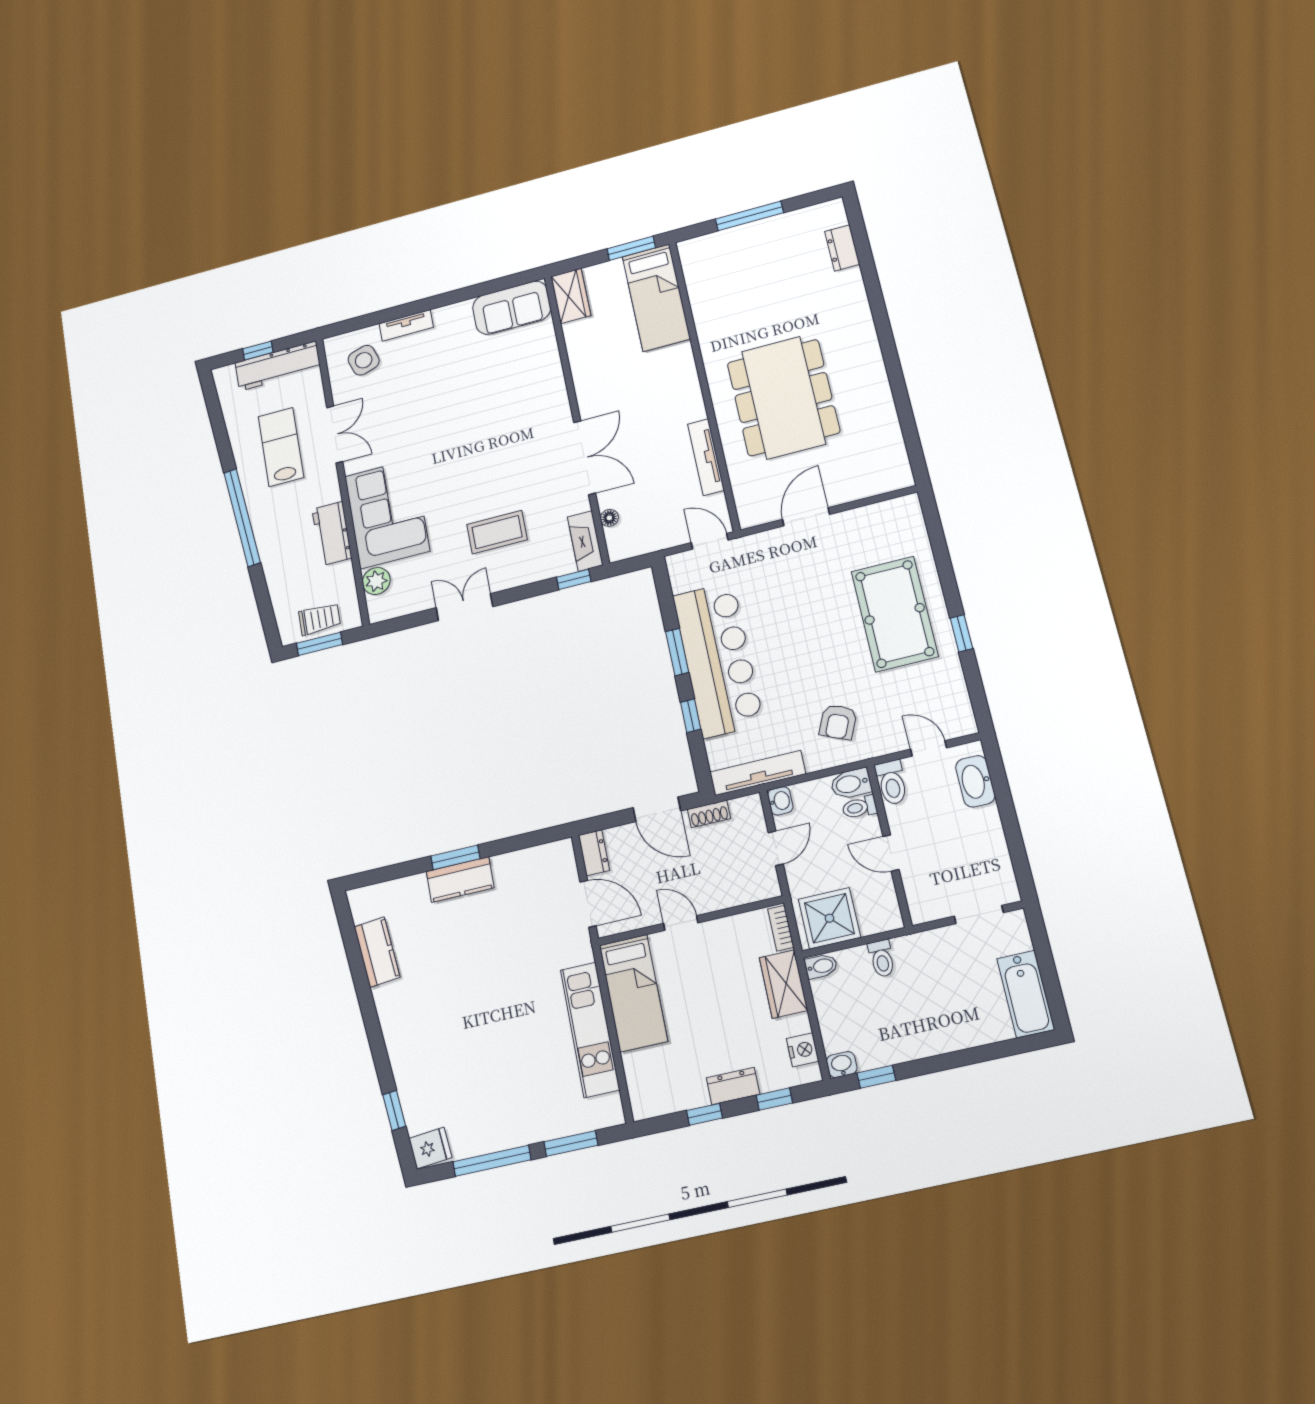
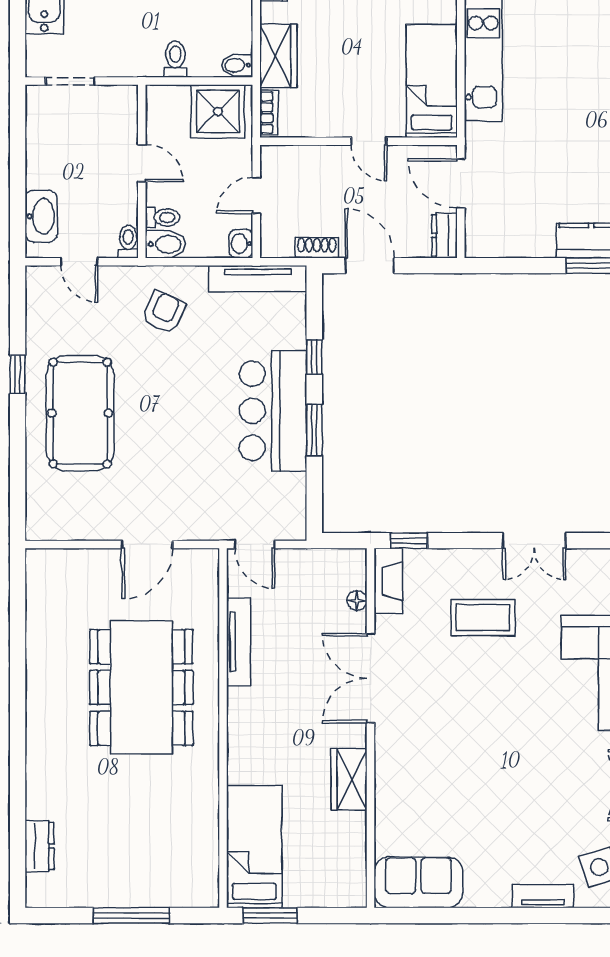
wardrobe: (571, 296) -> (349, 779), moved
bar counter: (718, 659) -> (273, 411), width x0.73
toilet: (892, 782) -> (128, 242), width x0.73, depth x0.72

